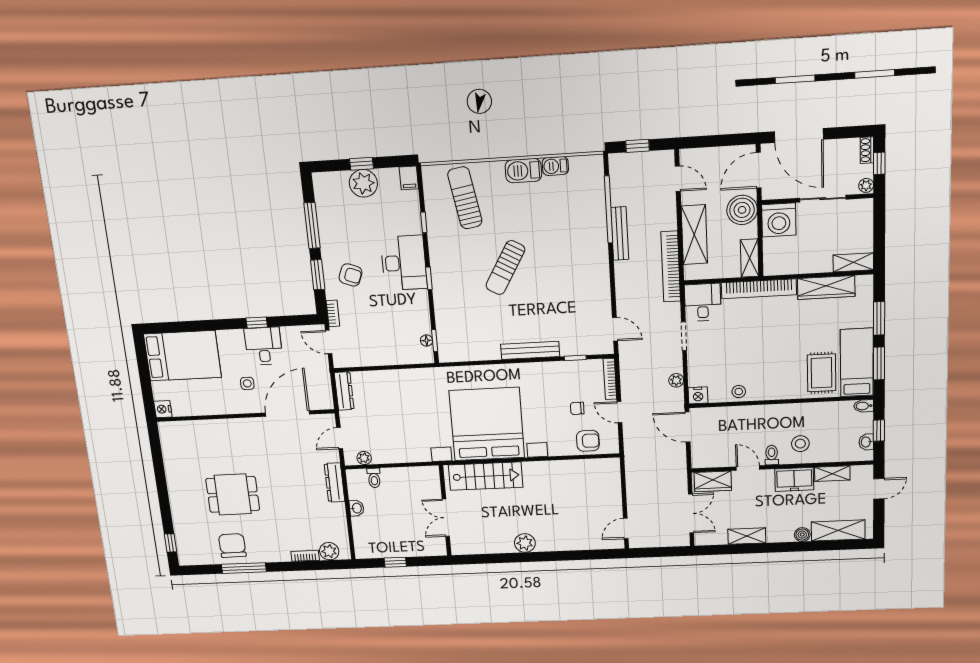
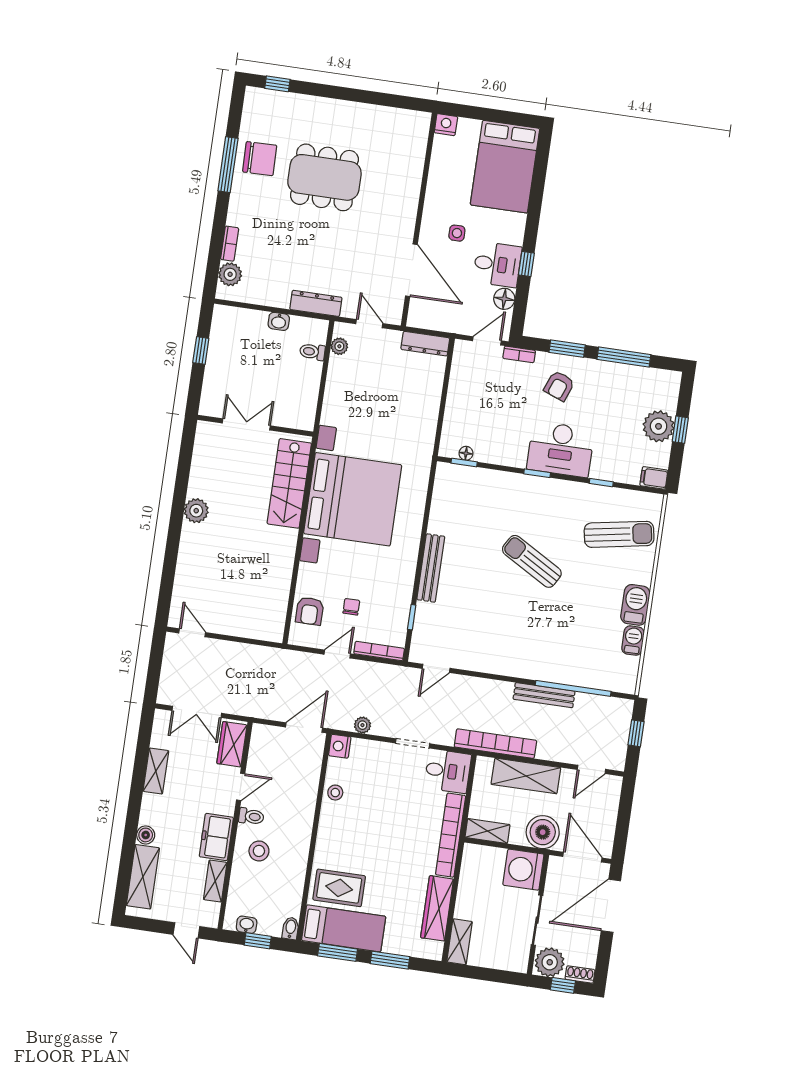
plant: (866, 185) -> (550, 962), width x1.87, depth x1.87
floor lamp: (290, 335) -> (504, 299), added
dining table: (233, 494) -> (324, 177), width x1.38

